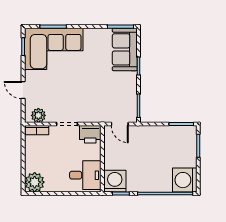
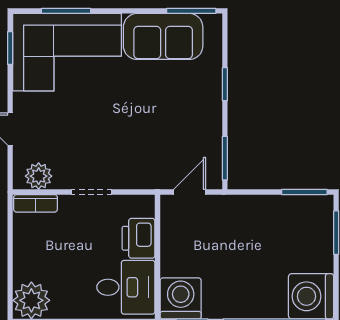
sofa: (125, 49) -> (163, 36), moved, turned -90
door: (120, 124) -> (190, 192), swing flipped
printer: (90, 134) -> (139, 238), moved, turned 90

